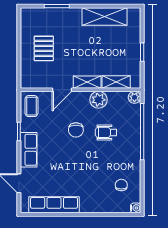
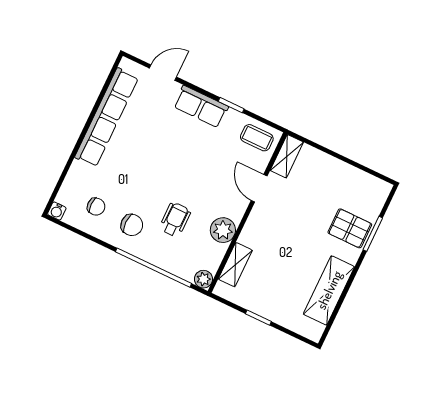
pallet: (44, 48) -> (350, 228), moved
shelving: (87, 82) -> (287, 156), moved
chair: (76, 130) -> (132, 225), moved, turned 180
row of seats: (54, 205) -> (107, 117), width x1.36

